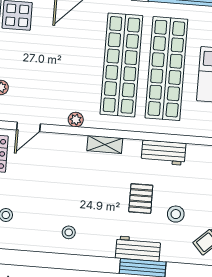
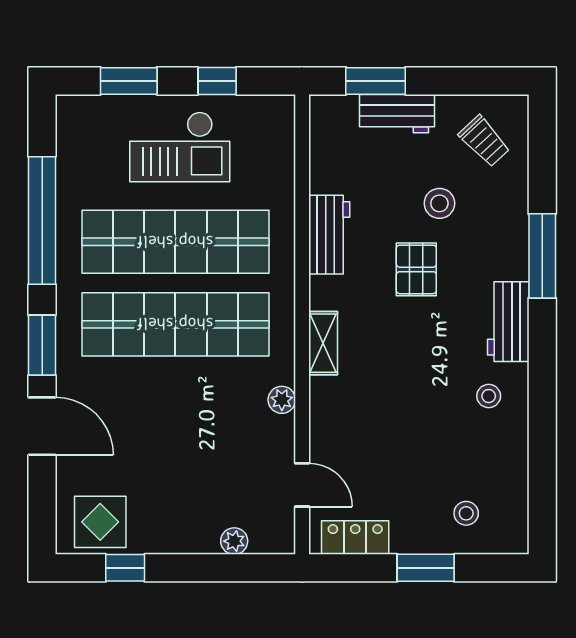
pallet: (141, 199) -> (416, 269), turned 90
workbench: (138, 249) -> (508, 322), moved

